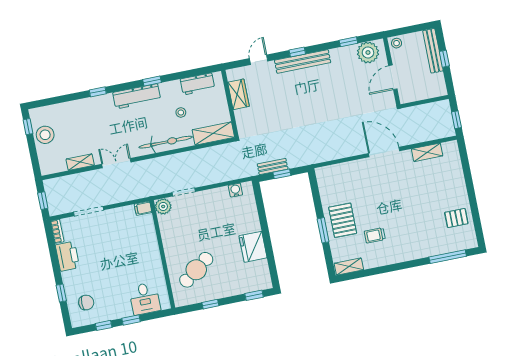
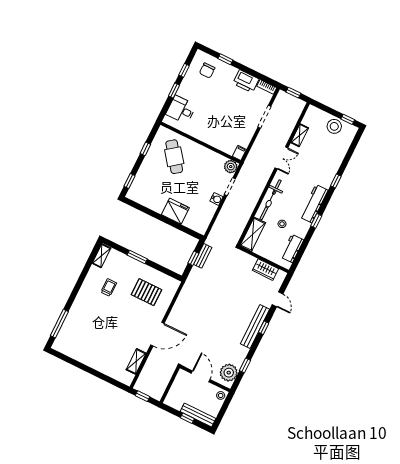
water cooler: (235, 190) -> (216, 199), moved
pallet: (456, 218) -> (80, 348), removed
pallet: (343, 220) -> (146, 292), moved
fridge: (253, 247) -> (175, 211), moved

